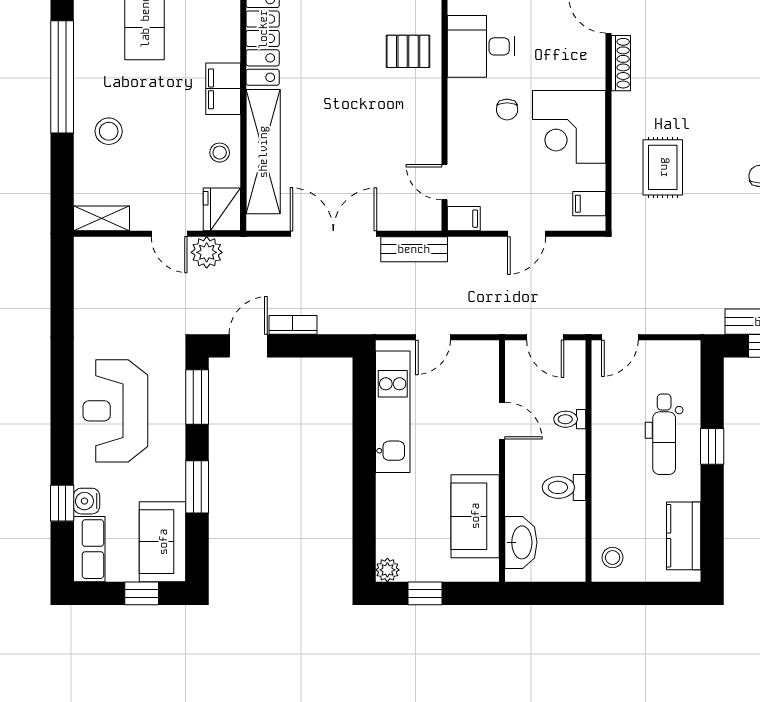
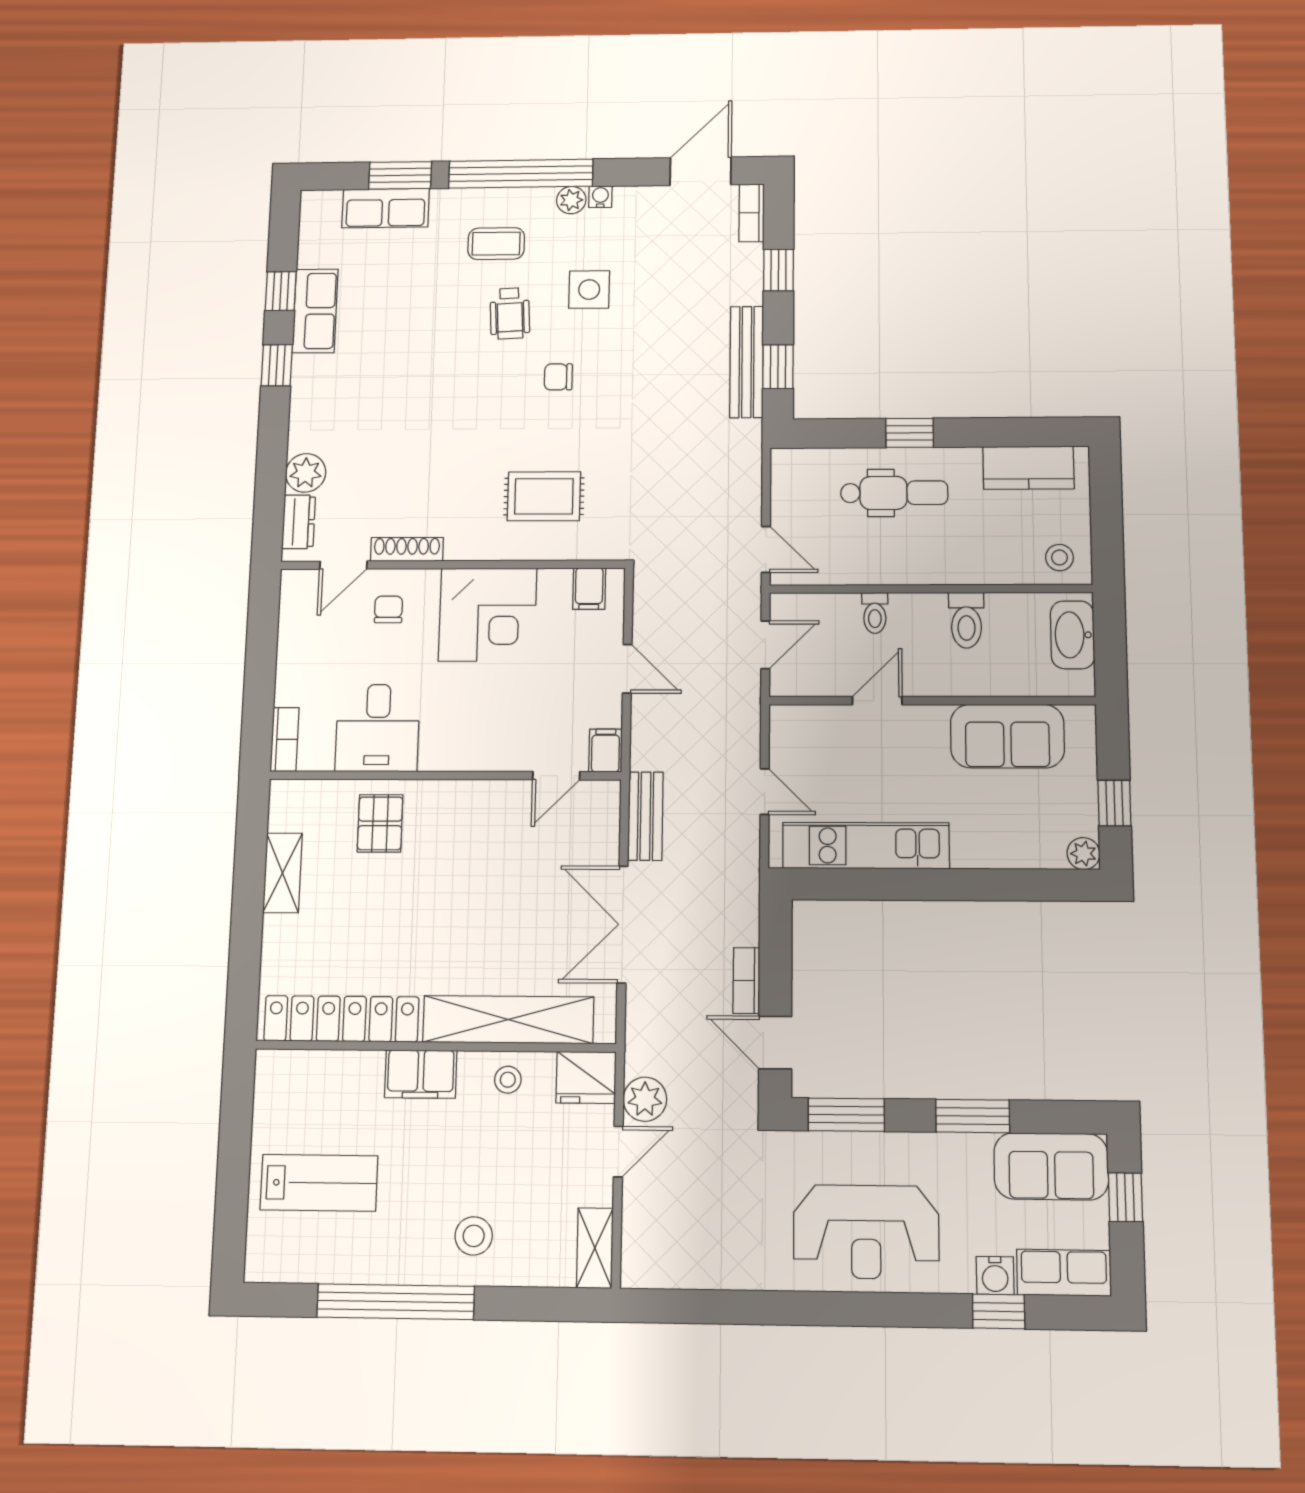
chair: (507, 110) -> (388, 609), moved, turned -90
washbasin: (521, 542) -> (1073, 635), moved, turned -90

